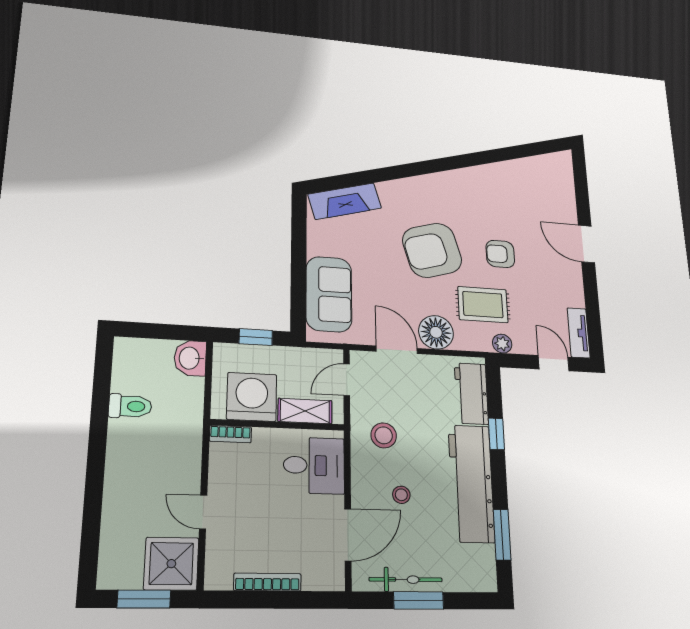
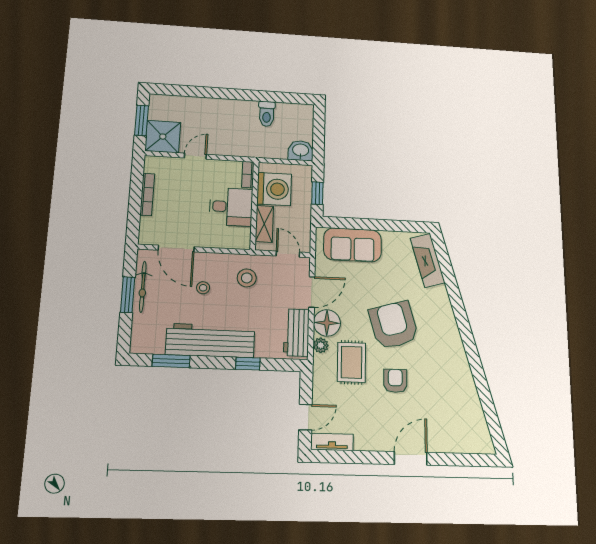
plant: (502, 344) -> (321, 345), moved
workbench: (471, 394) -> (296, 333), moved, turned -90
desk: (314, 465) -> (231, 207), moved, turned -90

